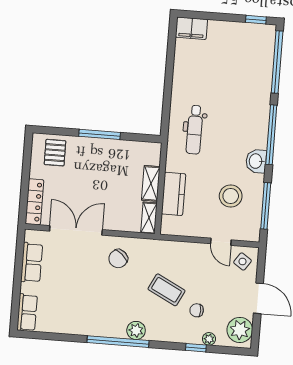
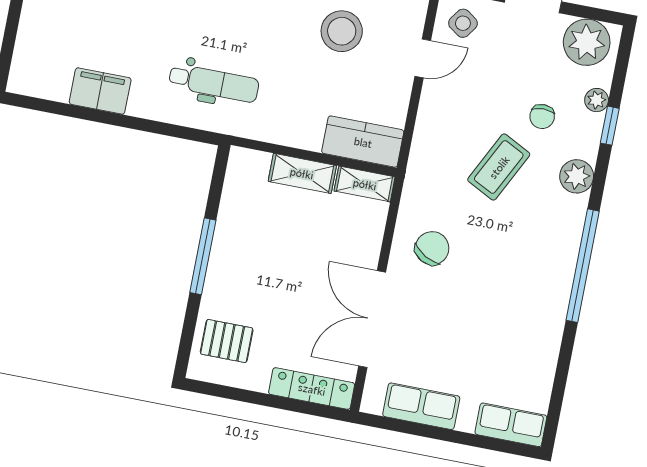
filing cabinet: (191, 28) -> (100, 91), moved, turned -90
kitchen counter: (174, 194) -> (363, 142), moved
chair: (118, 259) -> (432, 248), turned -103
plant: (136, 330) -> (577, 176), moved

